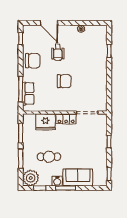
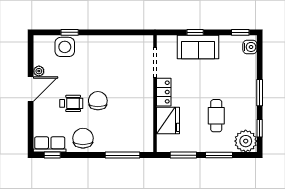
door: (49, 23) -> (31, 89), moved
side table: (99, 47) -> (65, 47), added
chair: (64, 81) -> (98, 101), moved
row of seats: (28, 94) -> (50, 144), moved
sofa: (78, 177) -> (198, 47), moved, turned -90
water cooler: (57, 181) -> (250, 47), moved

